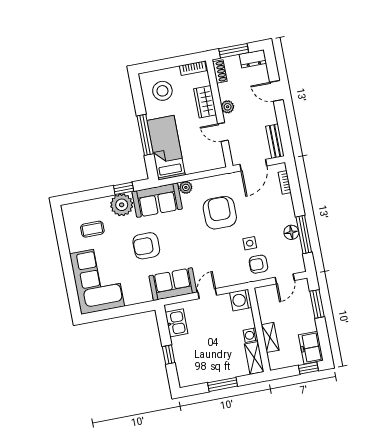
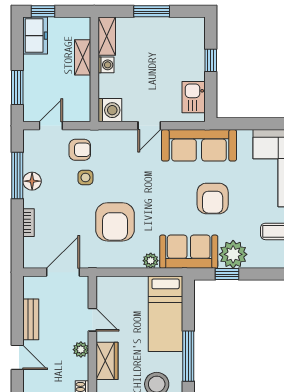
window: (145, 135) -> (188, 356), moved
bench: (275, 141) -> (31, 319), moved
bookcase: (285, 182) -> (29, 223), moved
armchair: (146, 246) -> (213, 198), turned 90
sofa: (173, 284) -> (199, 145), width x1.36

